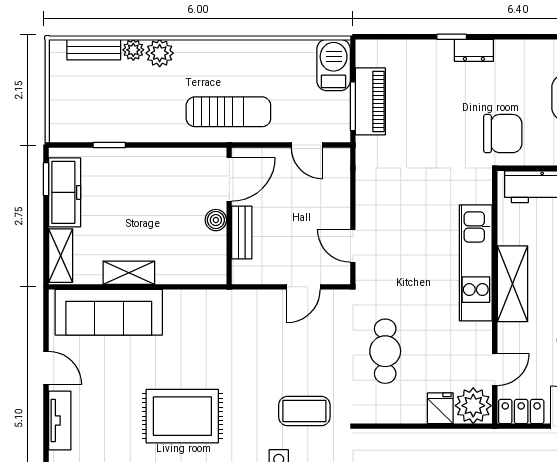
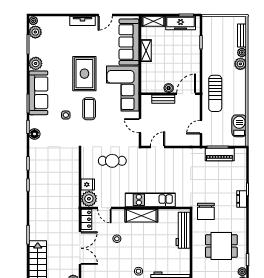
barbecue: (334, 65) -> (239, 126), moved, turned -90
door: (229, 179) -> (186, 94), swing flipped
corner sofa: (217, 327) -> (123, 89), added
coffee table: (304, 411) -> (89, 109), moved

